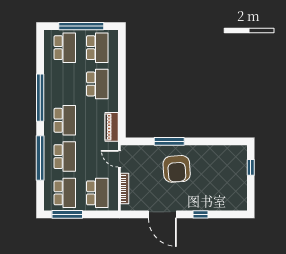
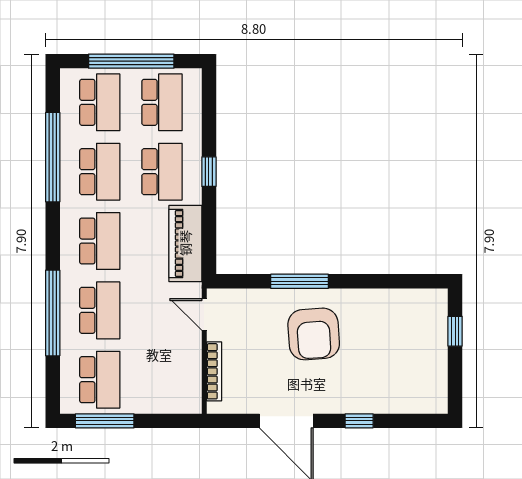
window: (122, 84) -> (209, 172), added
window: (40, 98) -> (53, 157), moved
piano: (112, 127) -> (185, 243), width x1.37, depth x1.33
school desk: (97, 193) -> (100, 172), moved

